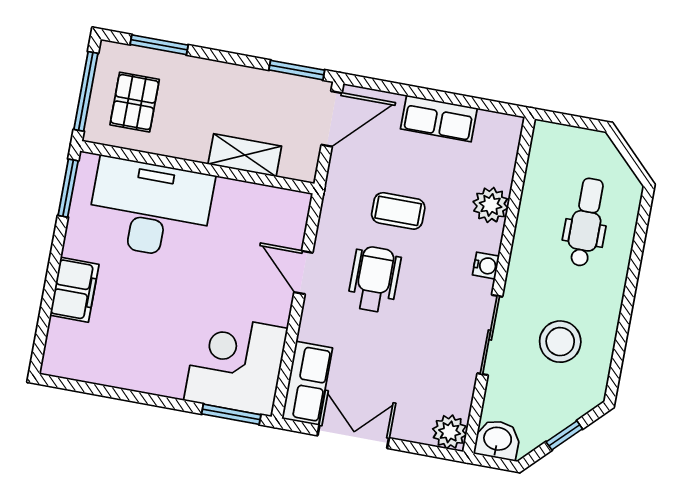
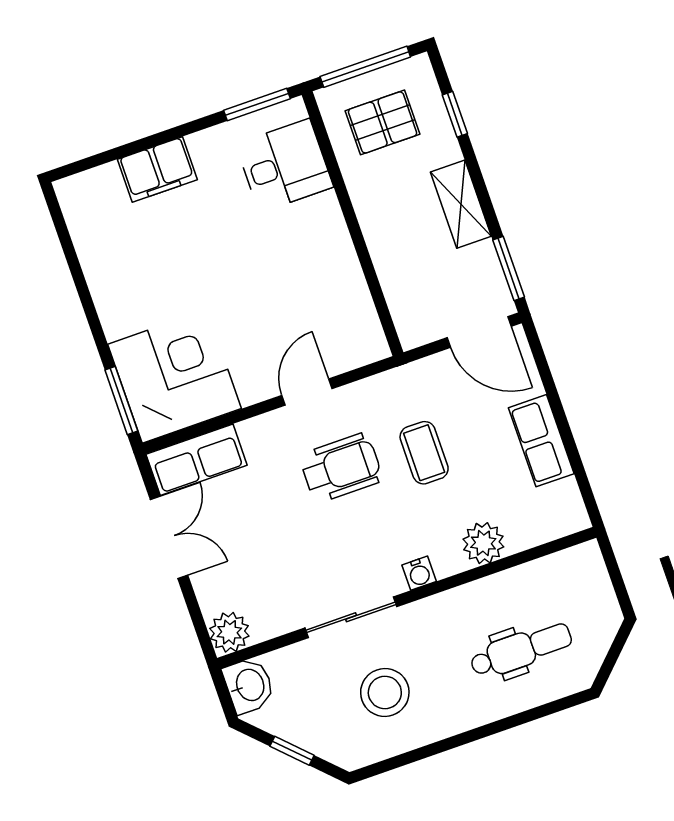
window: (159, 45) -> (455, 114), width x0.67
shelving: (245, 155) -> (461, 204), moved
desk: (150, 208) -> (284, 166), width x0.53, depth x0.77

